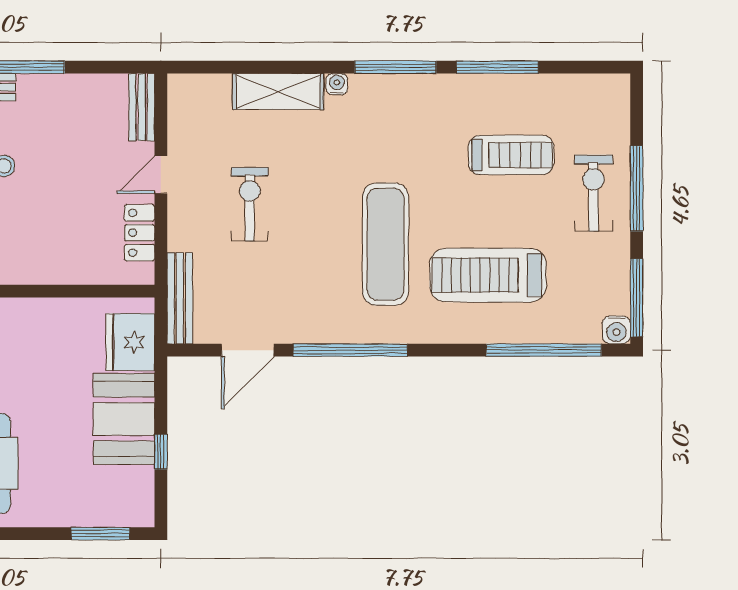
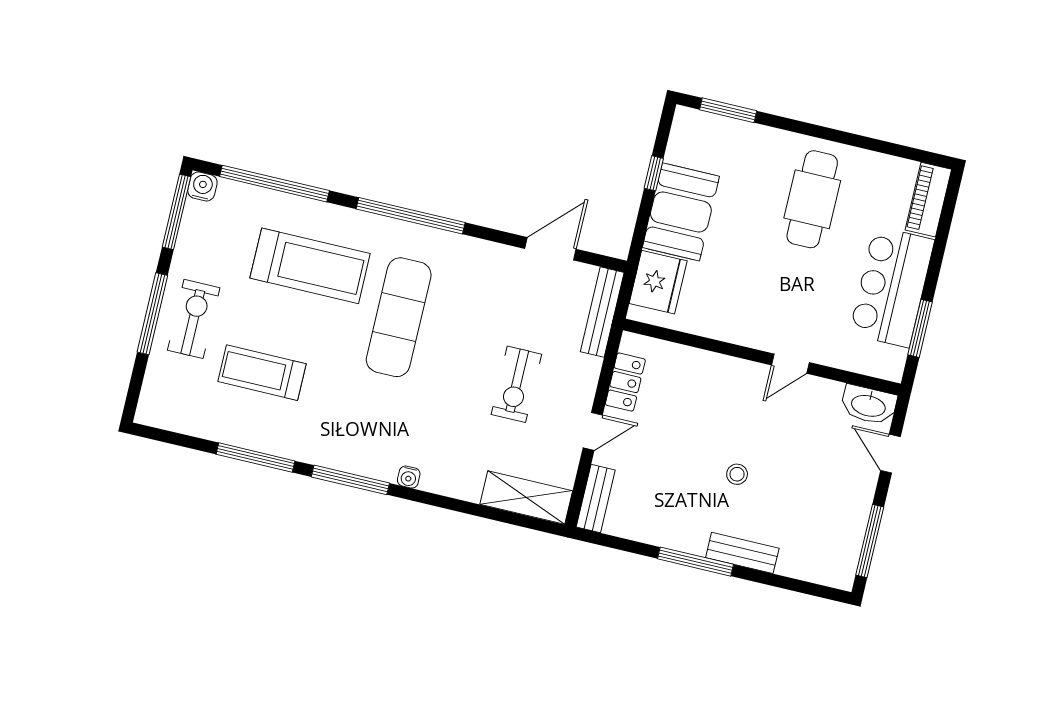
shelving: (278, 92) -> (526, 498), moved
exercise bike: (593, 193) -> (194, 319), turned 180
window: (350, 350) -> (411, 216), moved

